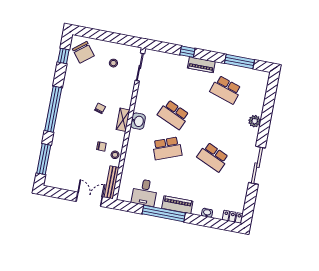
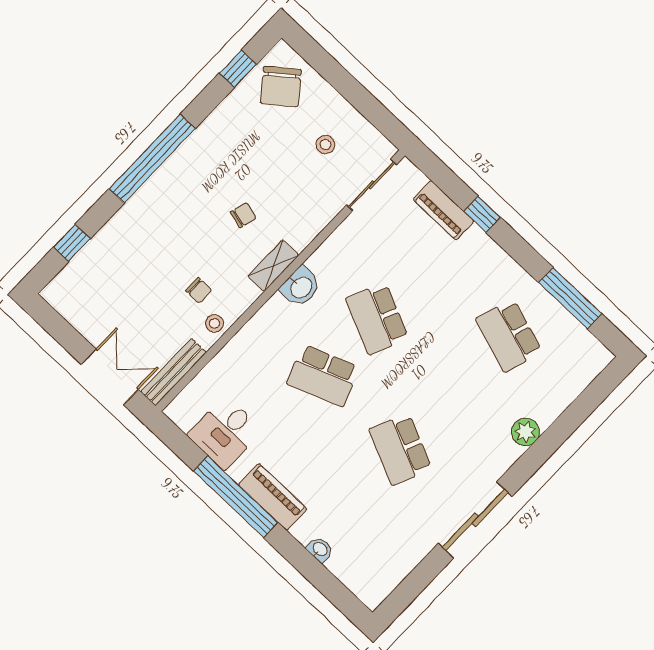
piano: (201, 65) -> (444, 210), moved
window: (44, 159) -> (72, 243), width x0.46
locker: (232, 217) -> (364, 589), removed

